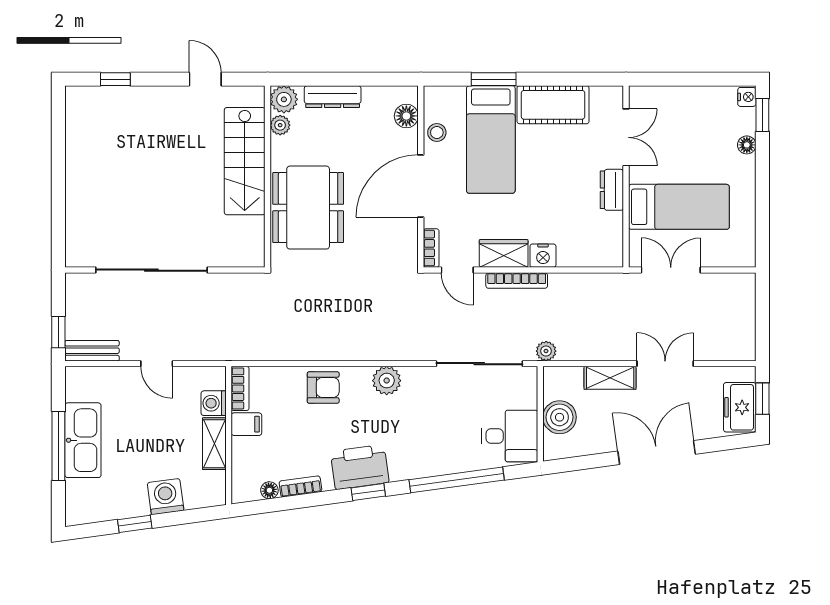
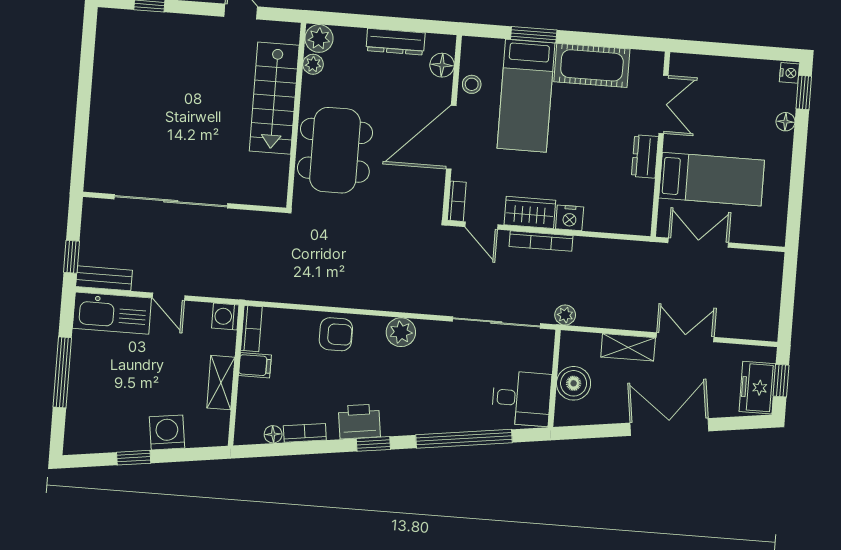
dresser: (333, 97) -> (395, 42), moved
washing machine: (214, 403) -> (225, 316), moved
kitchen sink: (83, 440) -> (112, 313), moved, turned 90
printer: (360, 467) -> (359, 421), width x0.73, depth x0.84

